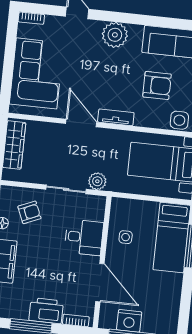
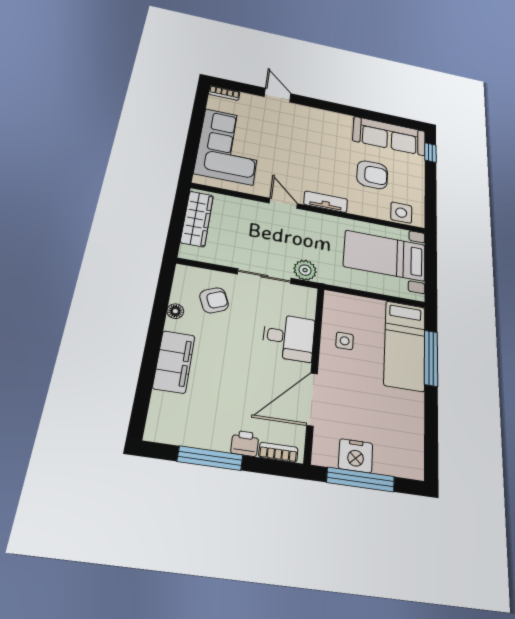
plant: (115, 35) -> (321, 121), removed
door: (81, 123) -> (283, 203), width x0.73
door: (100, 283) -> (312, 399), swing flipped
printer: (46, 311) -> (245, 443), width x0.53, depth x0.68

